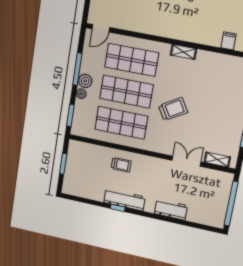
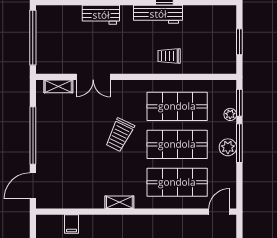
window: (77, 69) -> (239, 143), moved
plant: (81, 94) -> (230, 114), moved
trolley: (173, 109) -> (120, 135), turned -33

